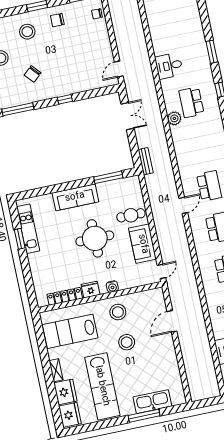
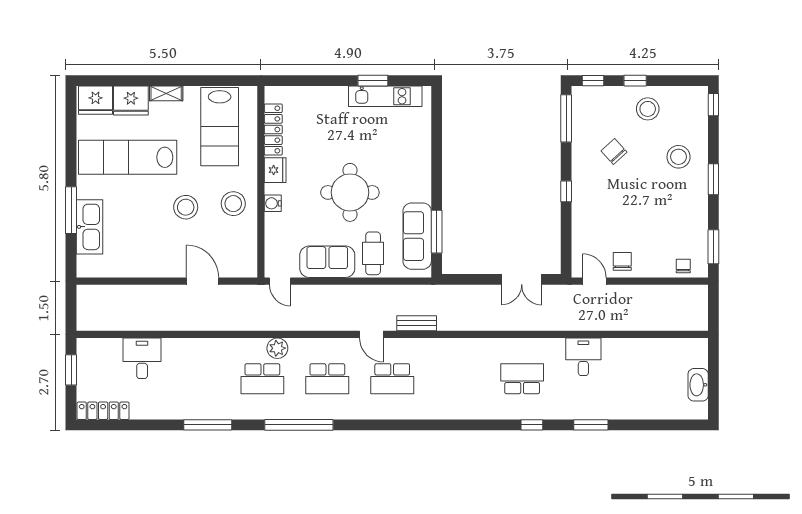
chair: (57, 20) -> (622, 261), moved
plant: (174, 118) -> (277, 348), moved
bench: (146, 161) -> (417, 323), moved
sofa: (75, 197) -> (417, 236), moved
lab bench: (70, 331) -> (220, 127), turned 180

